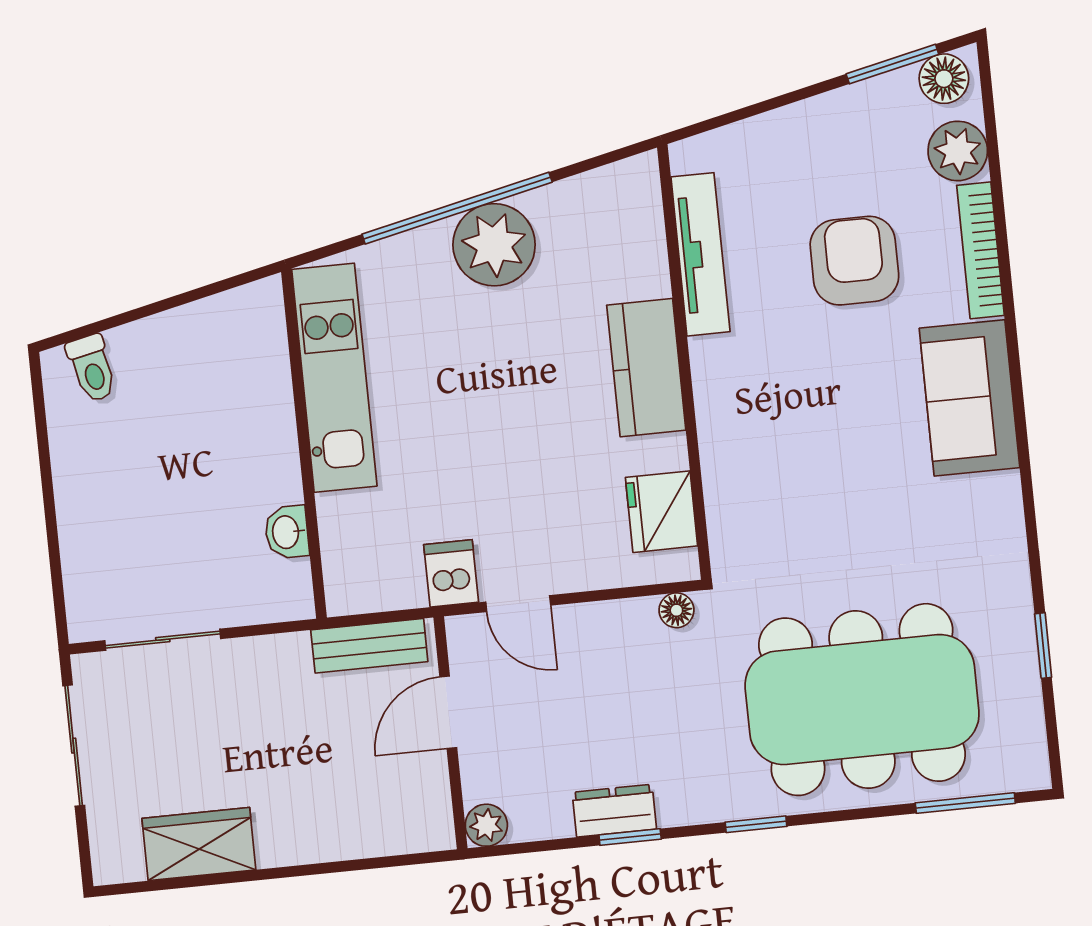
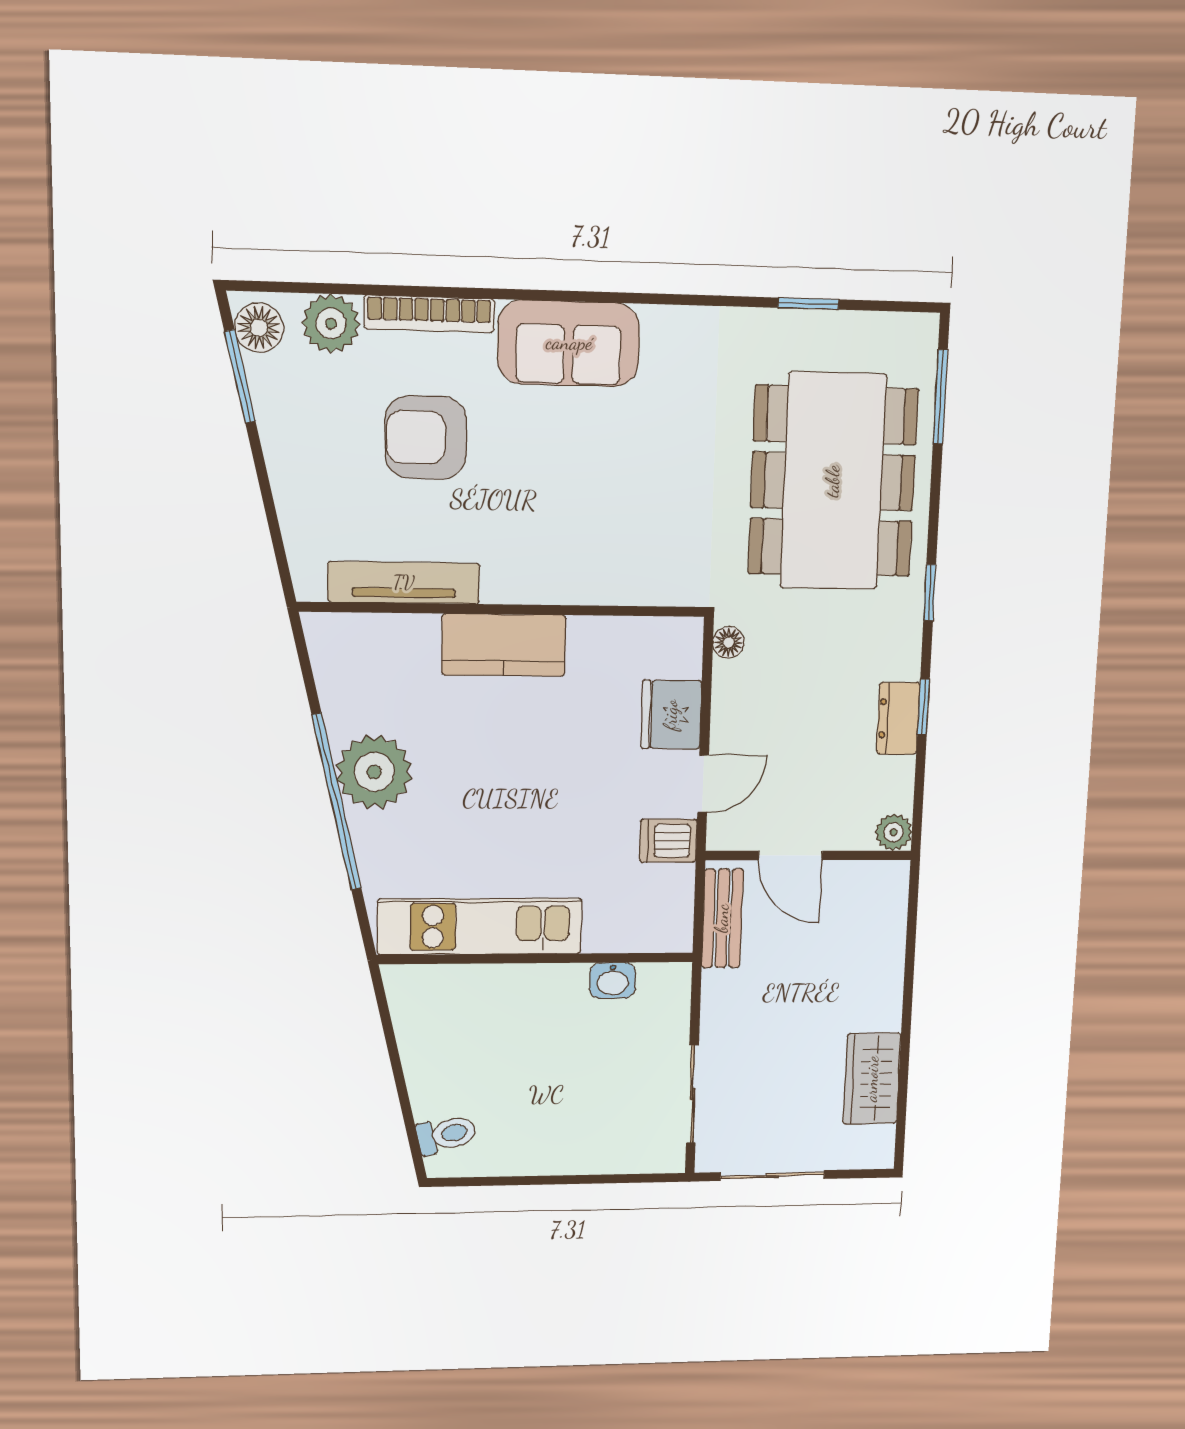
fridge: (661, 512) -> (671, 715), moved, turned 90

